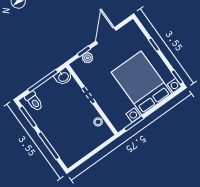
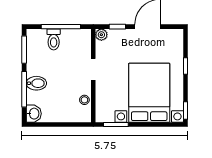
plant: (87, 58) -> (101, 35), moved
washbasin: (63, 77) -> (34, 114), moved, turned -90
toilet: (34, 101) -> (54, 39), moved
bidet: (54, 135) -> (36, 83), added

